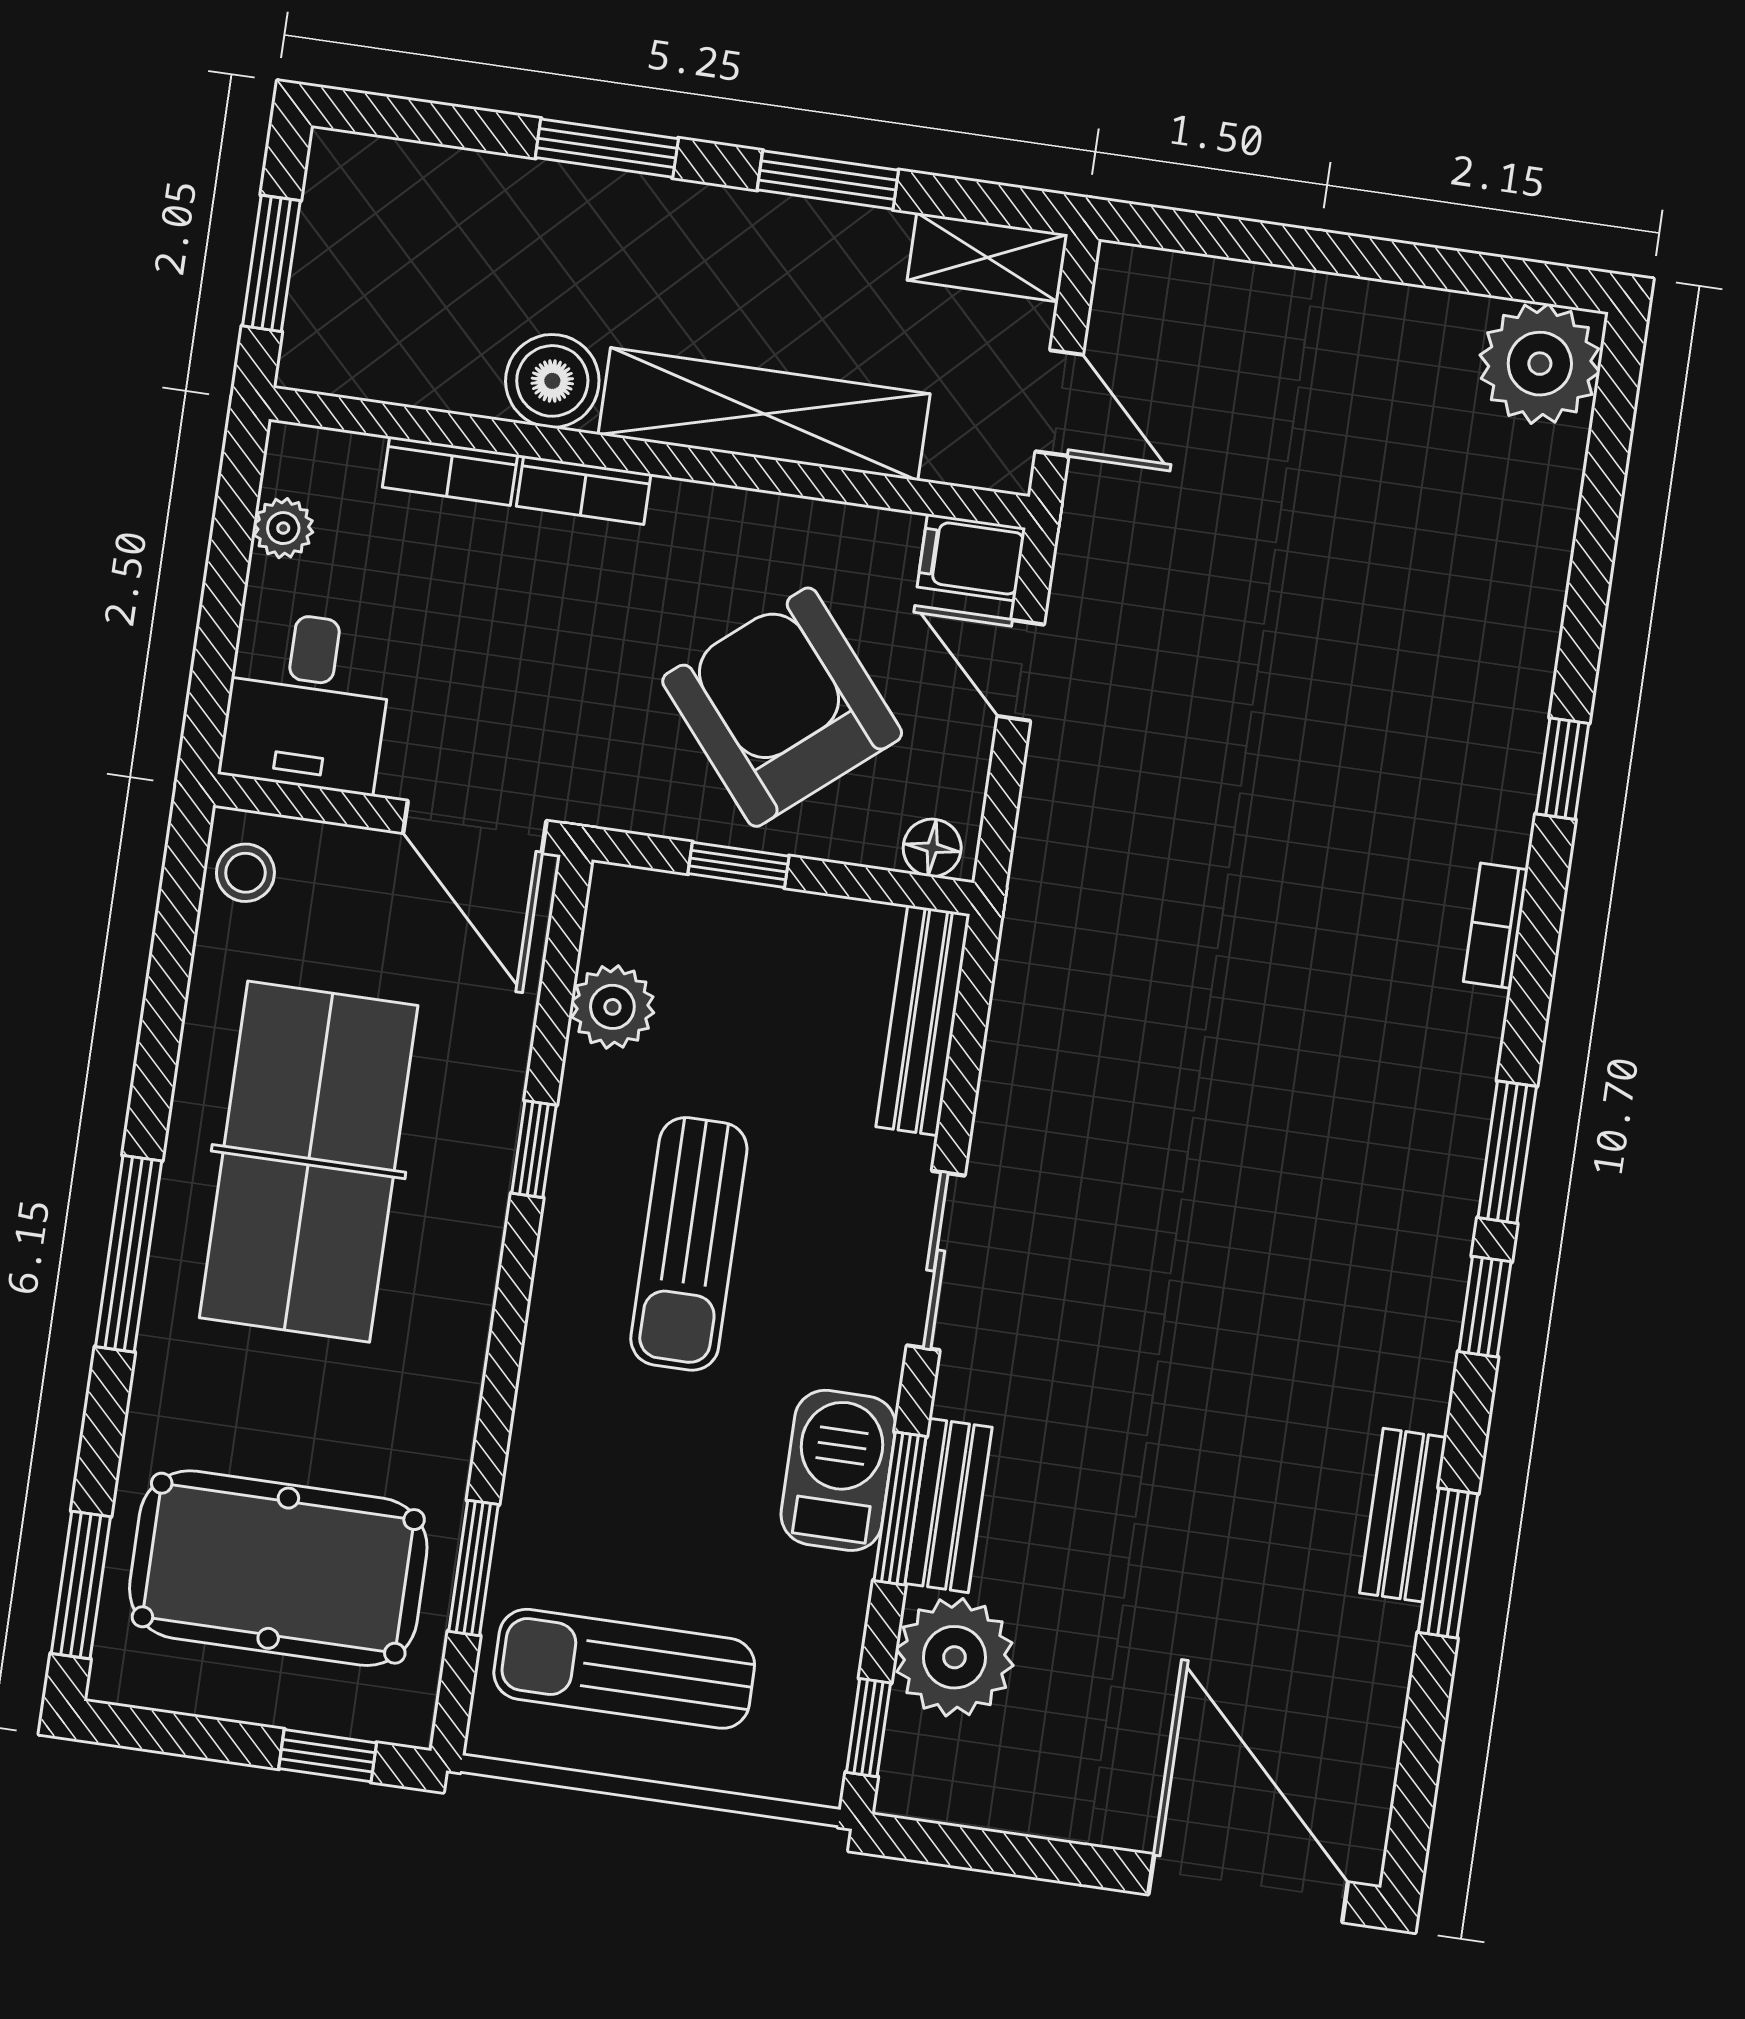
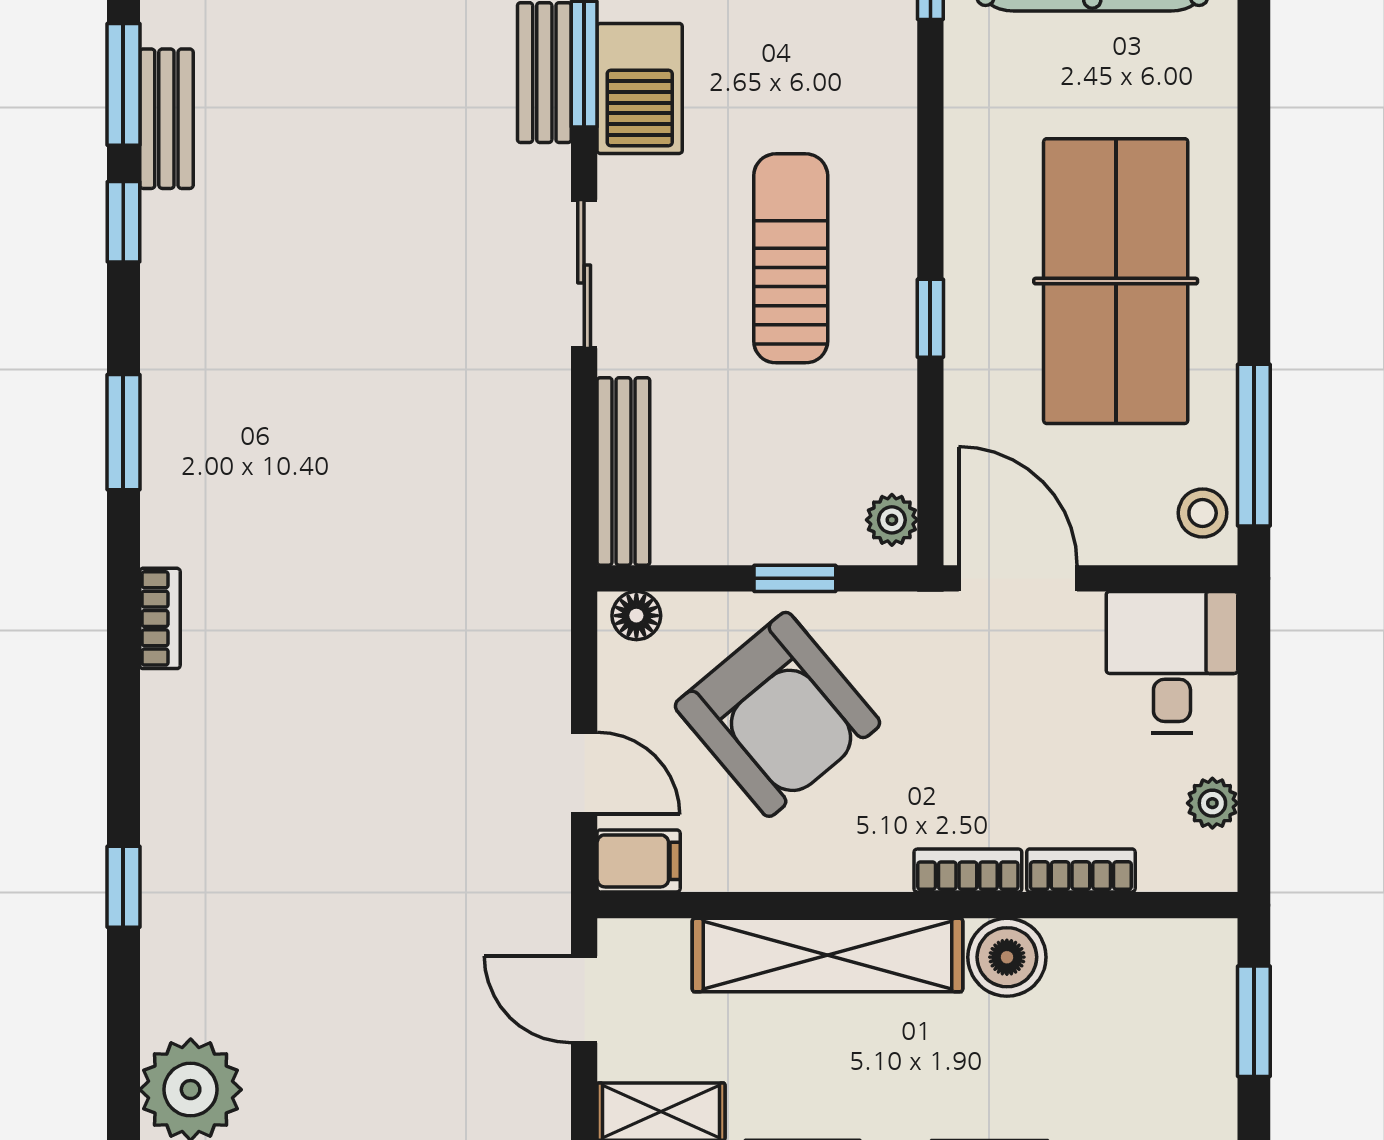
window: (1562, 769) -> (123, 887), moved
plant: (612, 1007) -> (892, 520), moved, width x0.73, depth x0.73
window: (129, 1254) -> (1254, 445), moved
window: (1485, 1307) -> (123, 222), moved

